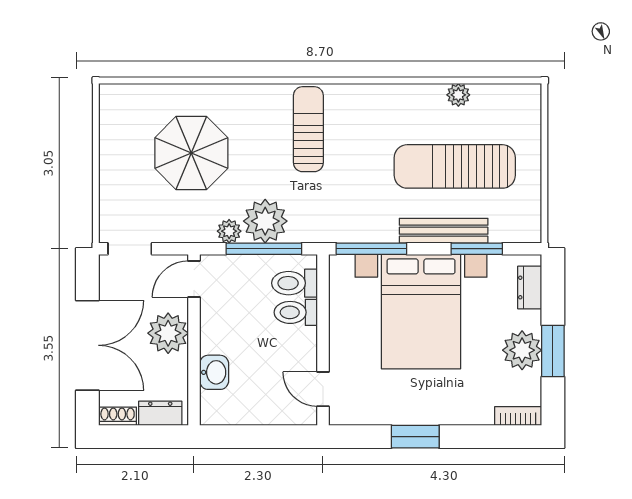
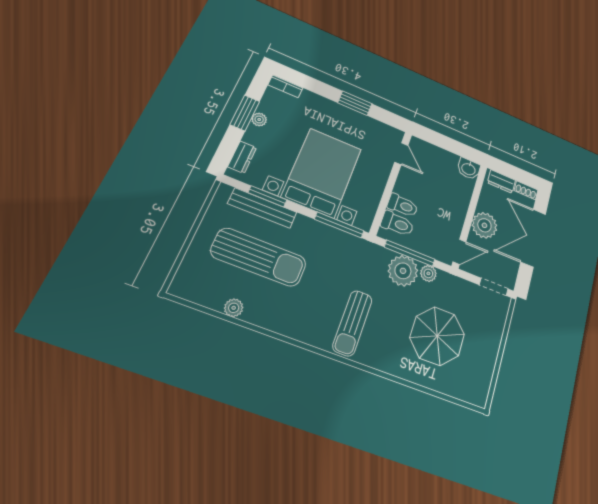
bench: (444, 231) -> (262, 208), moved
plant: (522, 350) -> (259, 119), width x0.53, depth x0.53
washbasin: (214, 372) -> (469, 169), moved, turned -90

